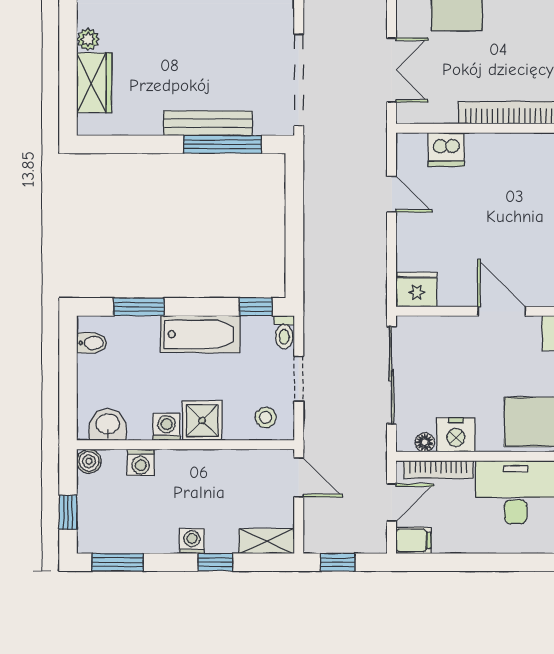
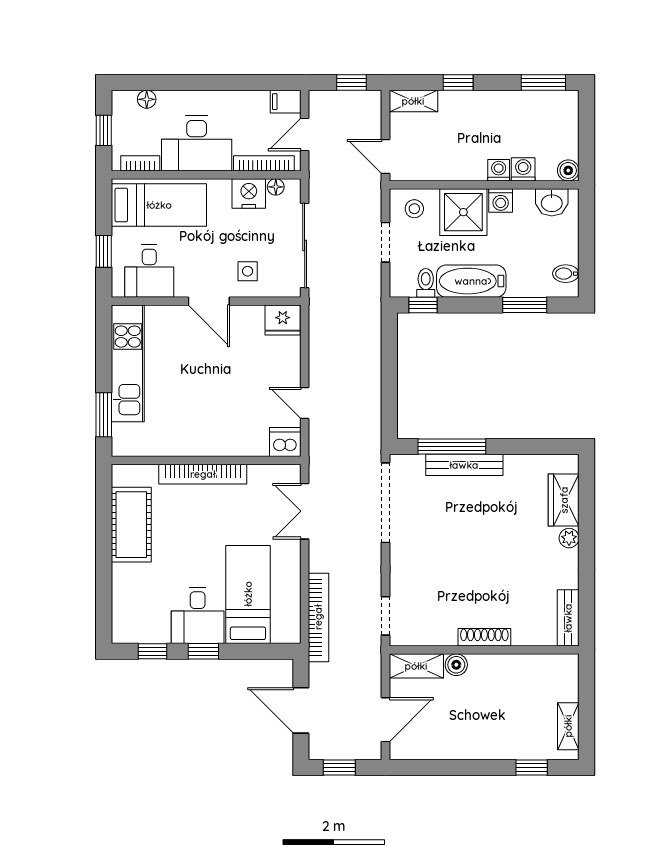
dishwasher: (446, 150) -> (285, 442), moved
toilet: (284, 332) -> (426, 283), moved
side table: (457, 346) -> (248, 271), added
shower: (202, 421) -> (463, 212), width x1.36, depth x1.36
window: (68, 512) -> (586, 126), removed
washing machine: (192, 541) -> (499, 170), moved, turned 180

